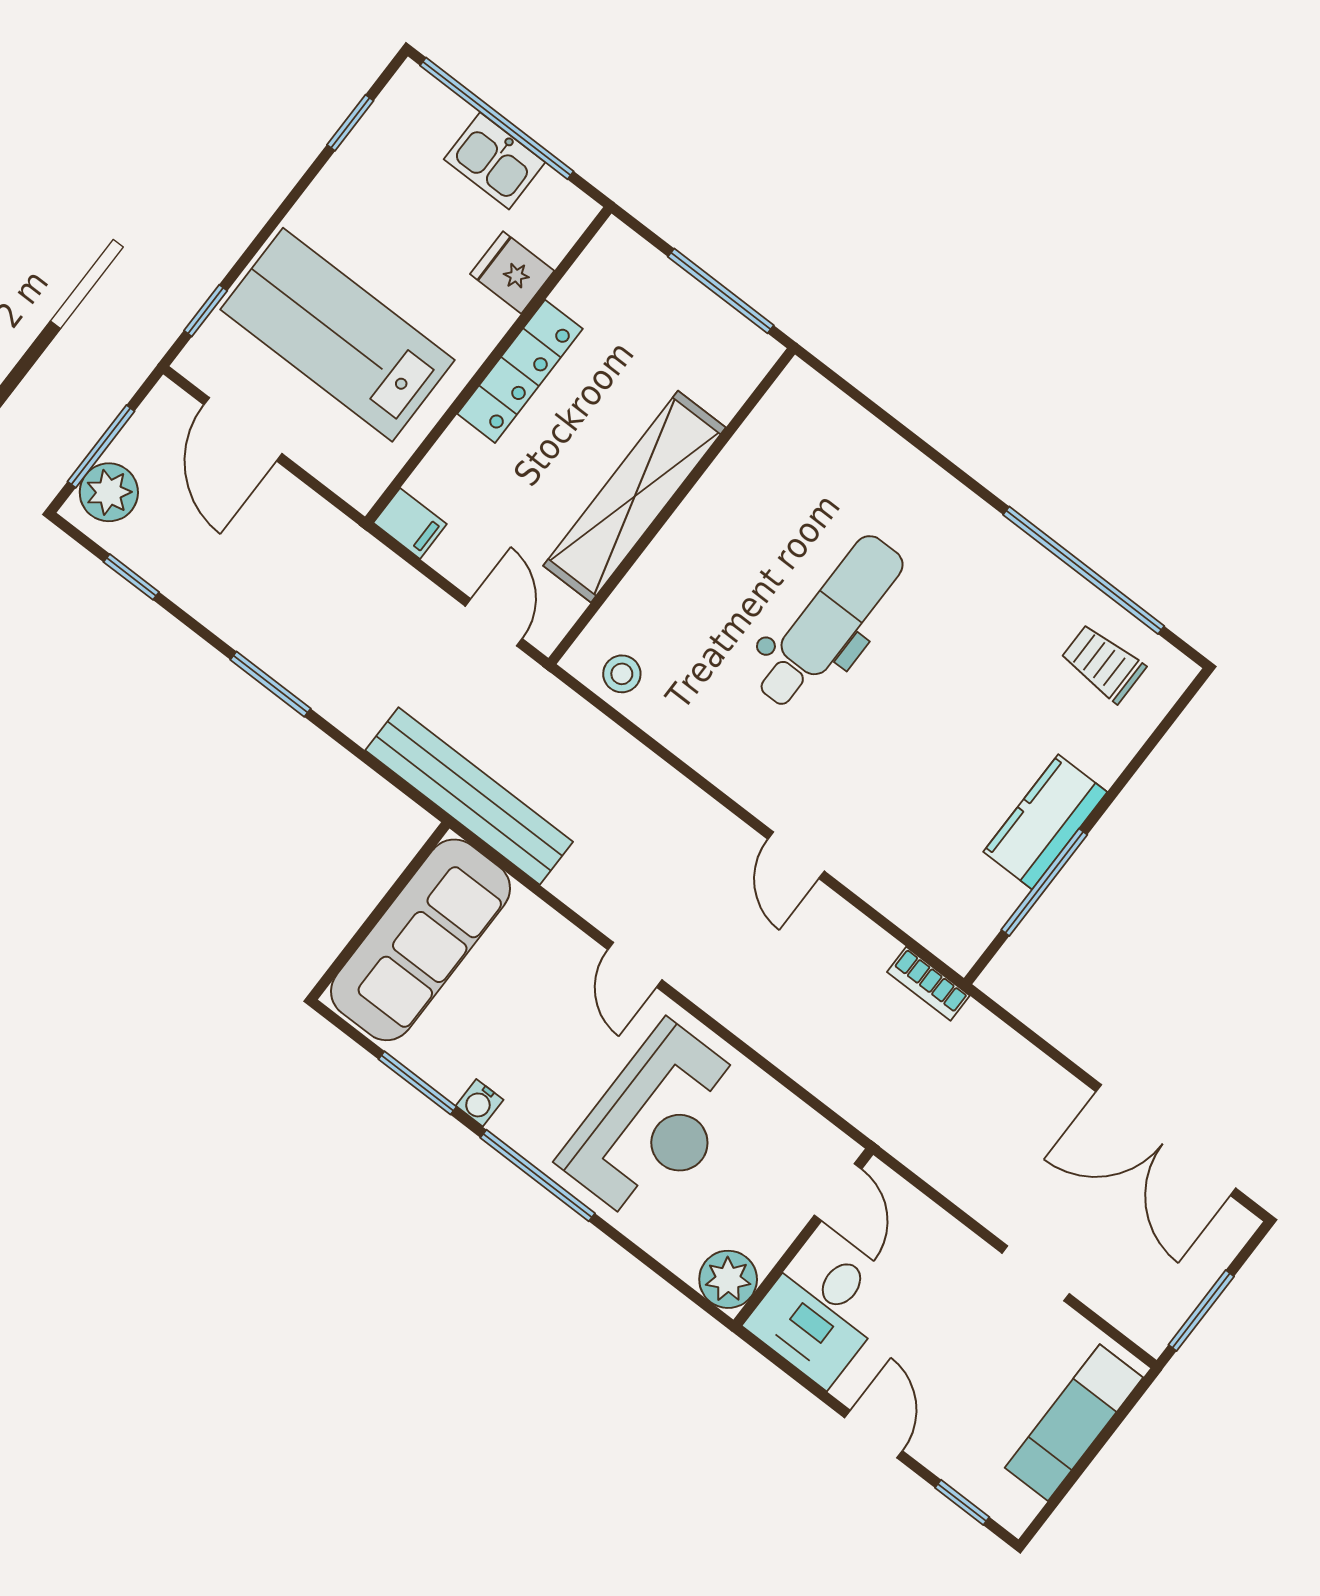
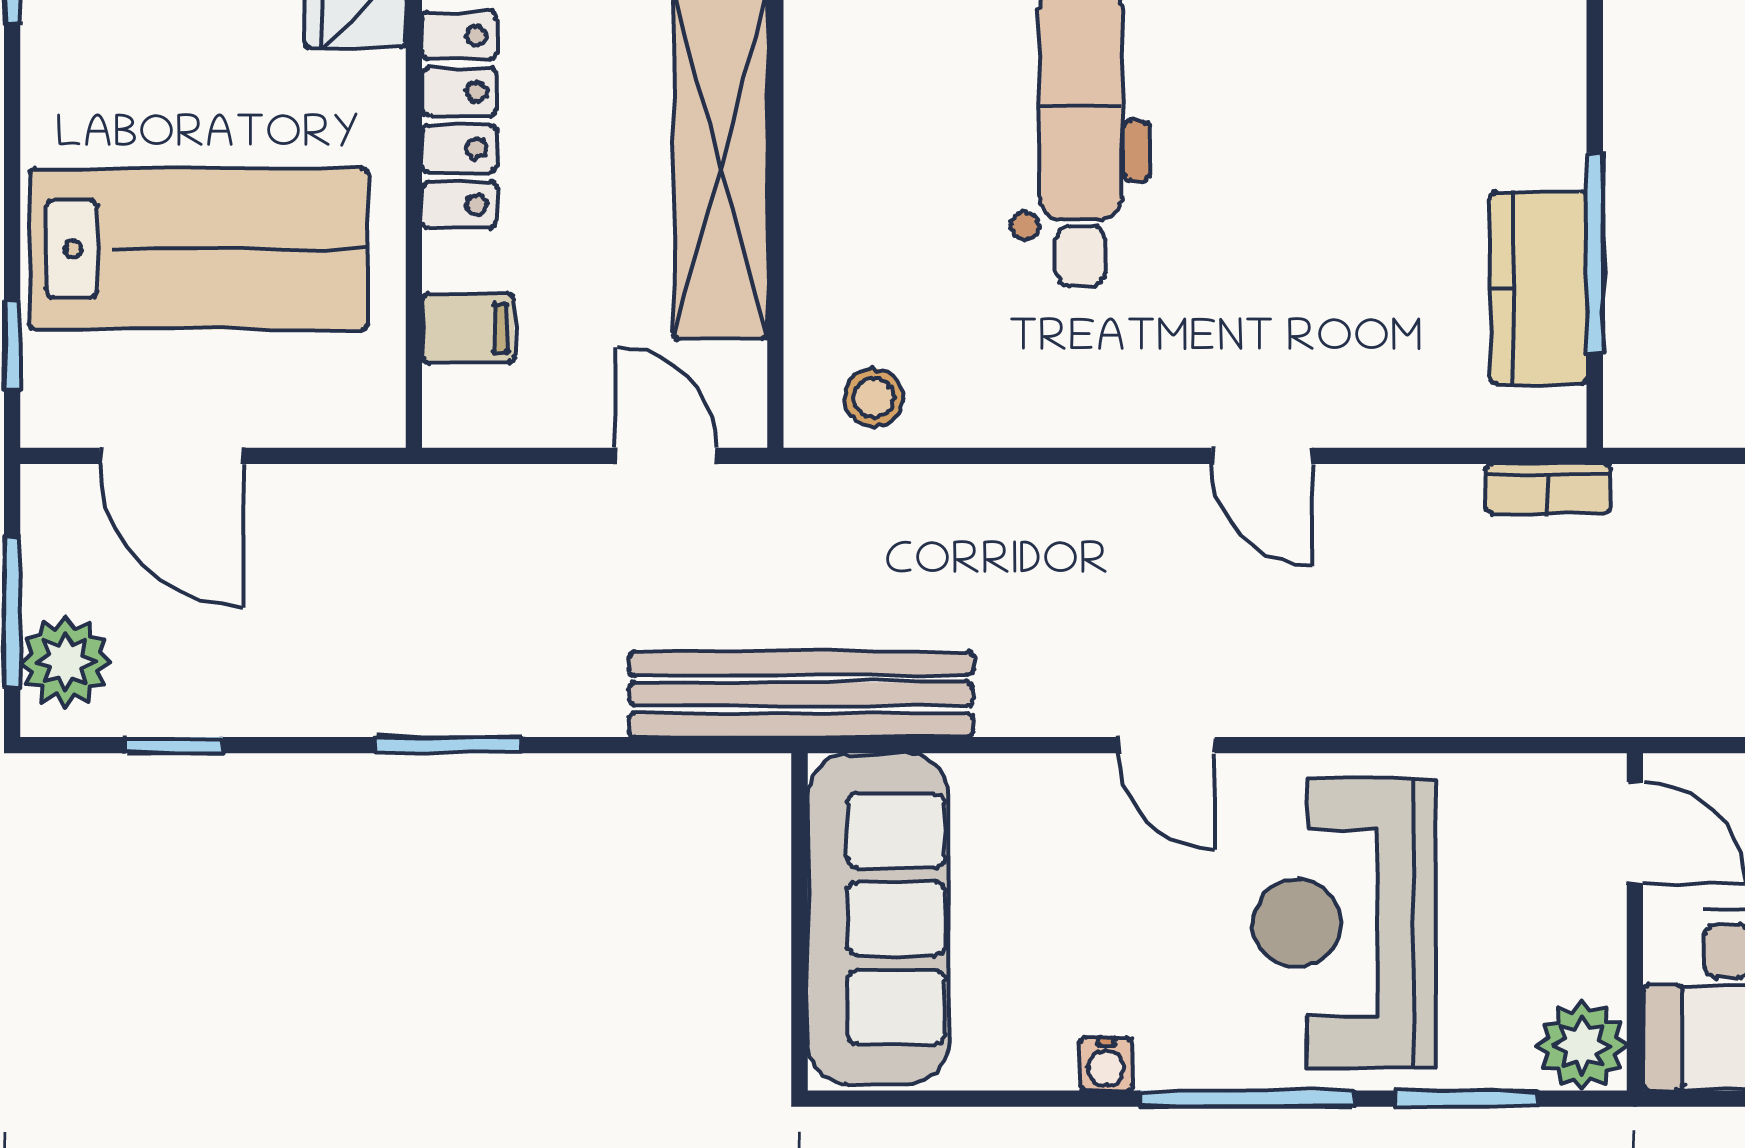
lab bench: (338, 335) -> (199, 249), turned 180
filing cabinet: (410, 523) -> (468, 328), moved
kitchen counter: (1045, 822) -> (1539, 288), moved
window: (417, 1083) -> (1466, 1099), moved
reception desk: (655, 1124) -> (1344, 923), turned 180

